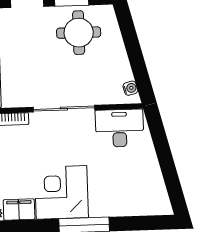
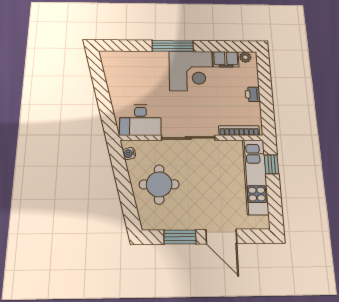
round table: (79, 33) -> (159, 184), moved

